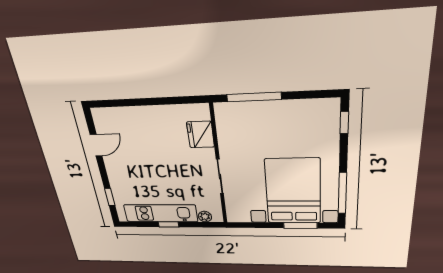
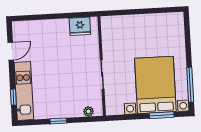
window: (254, 97) -> (128, 12), removed
window: (344, 122) -> (187, 29), removed
fridge: (201, 135) -> (80, 26), moved, turned -90
kitchen unit: (161, 213) -> (24, 91), moved, turned 90

